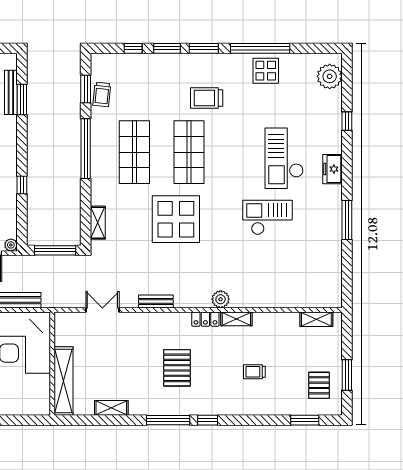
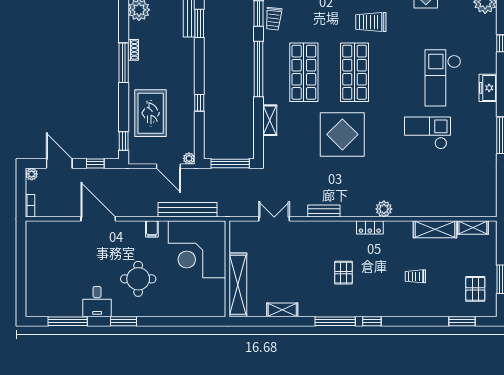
shelving: (98, 223) -> (270, 120), moved
shelving: (236, 319) -> (435, 229), moved, width x1.50, depth x1.33
pallet: (177, 368) -> (343, 273), width x0.67, depth x0.71

